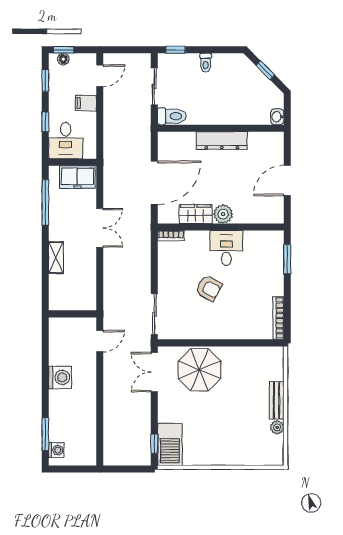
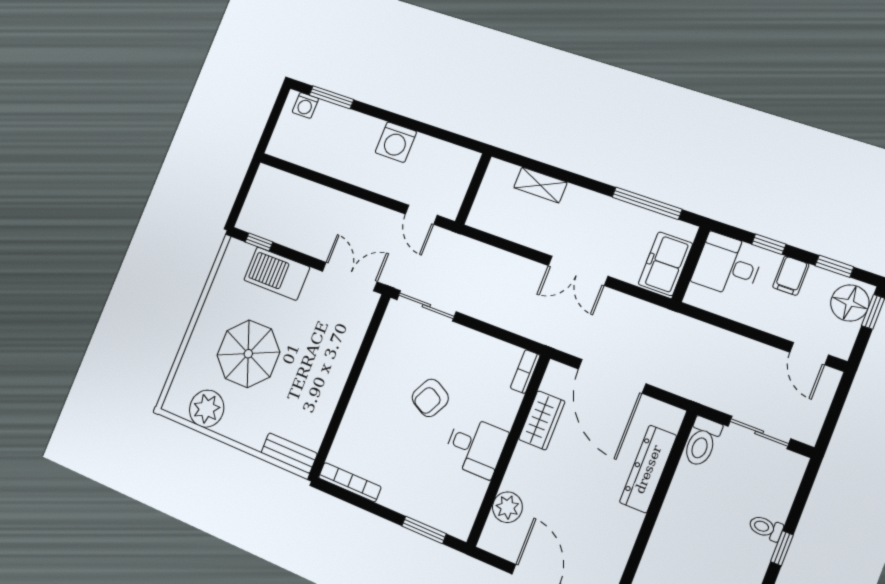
window: (175, 50) -> (782, 548), moved
floor lamp: (63, 59) -> (850, 303), width x1.89, depth x1.89
filing cabinet: (86, 103) -> (791, 276), moved, turned 180
dresser: (222, 141) -> (648, 469), moved
plant: (223, 214) -> (507, 507), moved
shelving: (56, 258) -> (540, 185), moved
parasol: (199, 370) -> (248, 354), moved
bench: (277, 400) -> (289, 453), moved
plant: (277, 427) -> (207, 409), width x1.88, depth x1.88
barbecue: (170, 444) -> (277, 274), moved

